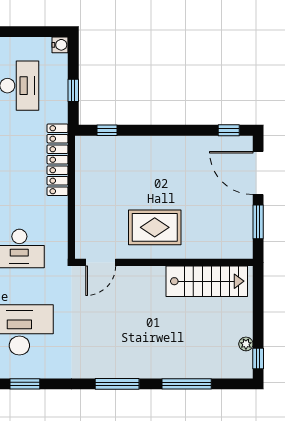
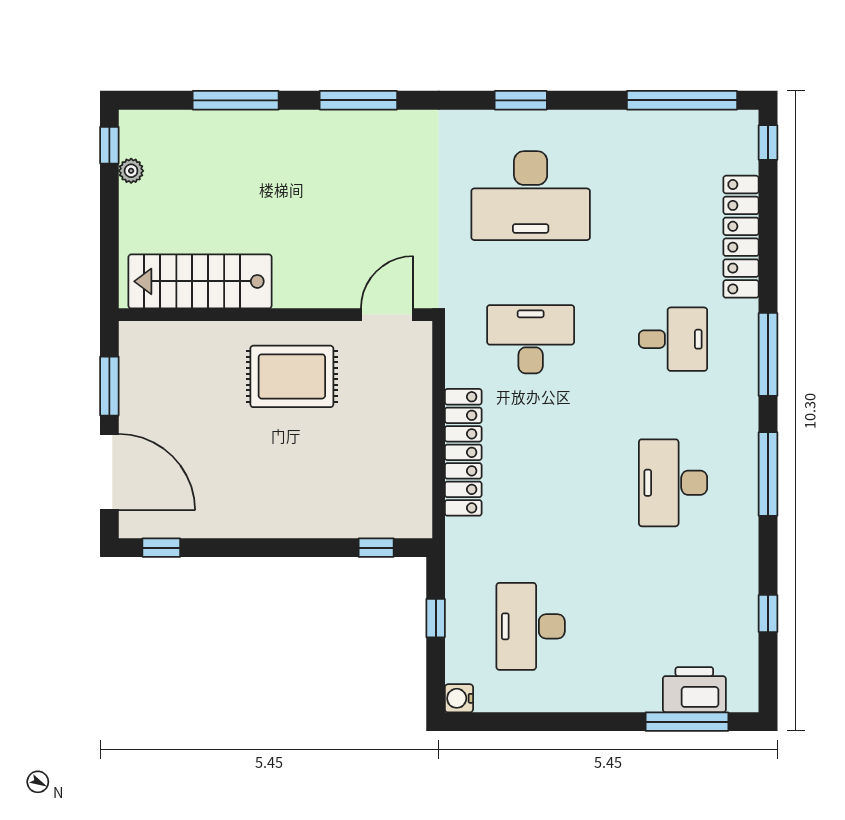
locker: (58, 160) -> (463, 452), moved

